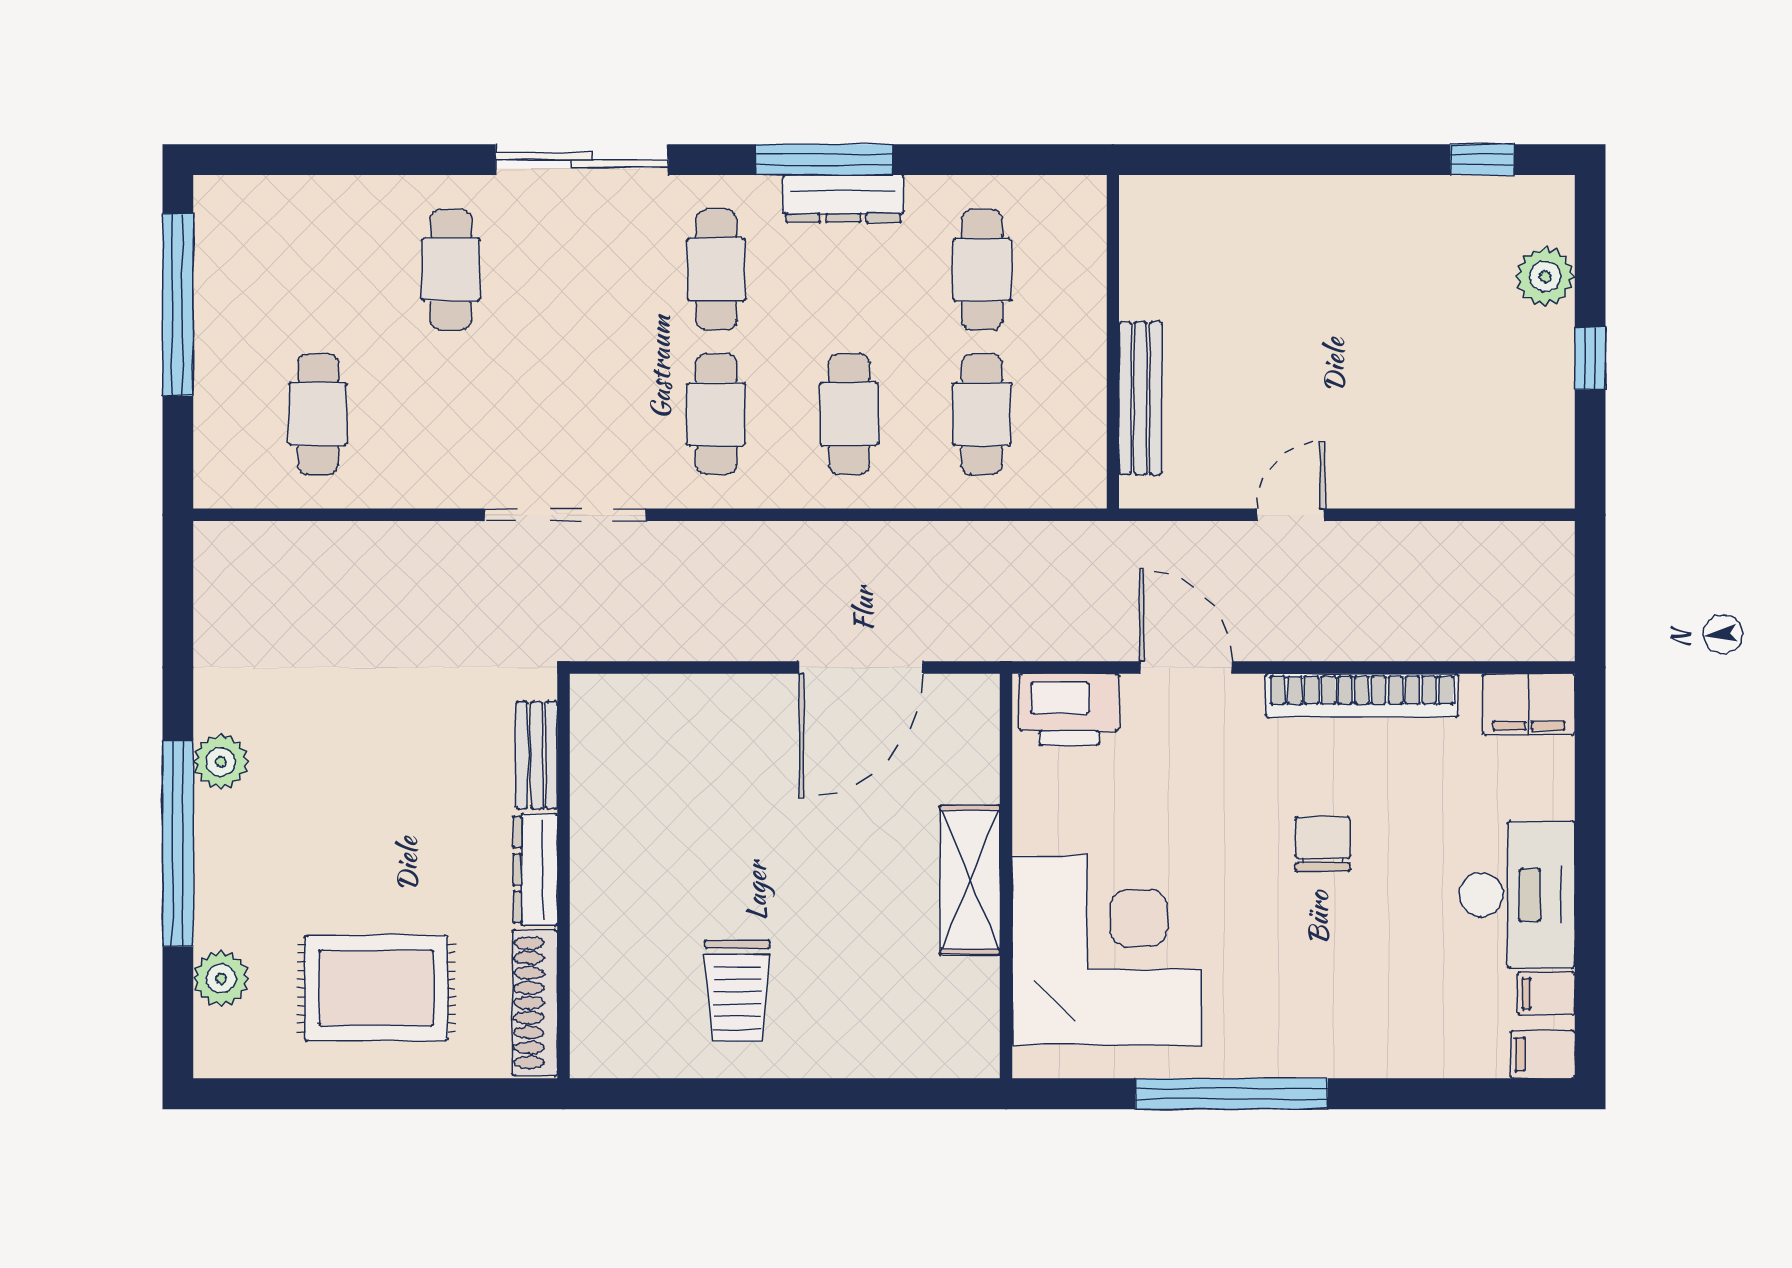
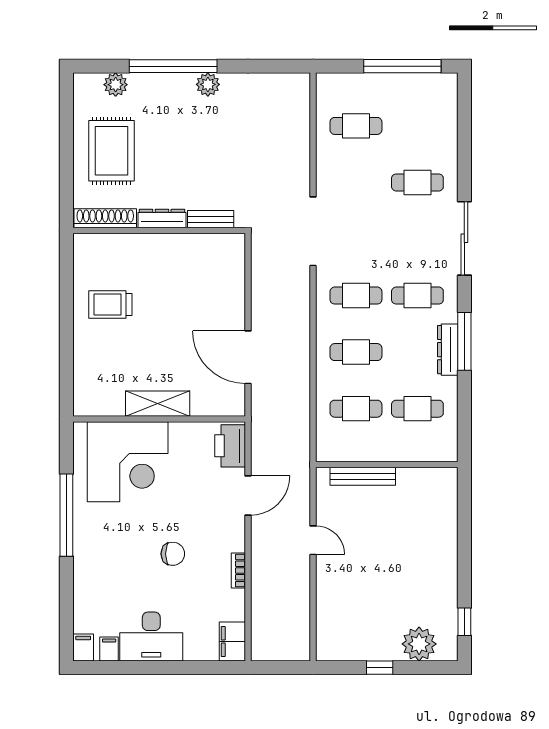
plant: (1545, 277) -> (419, 644), width x1.36, depth x1.36
bookcase: (1362, 695) -> (238, 571), width x0.43, depth x0.76

